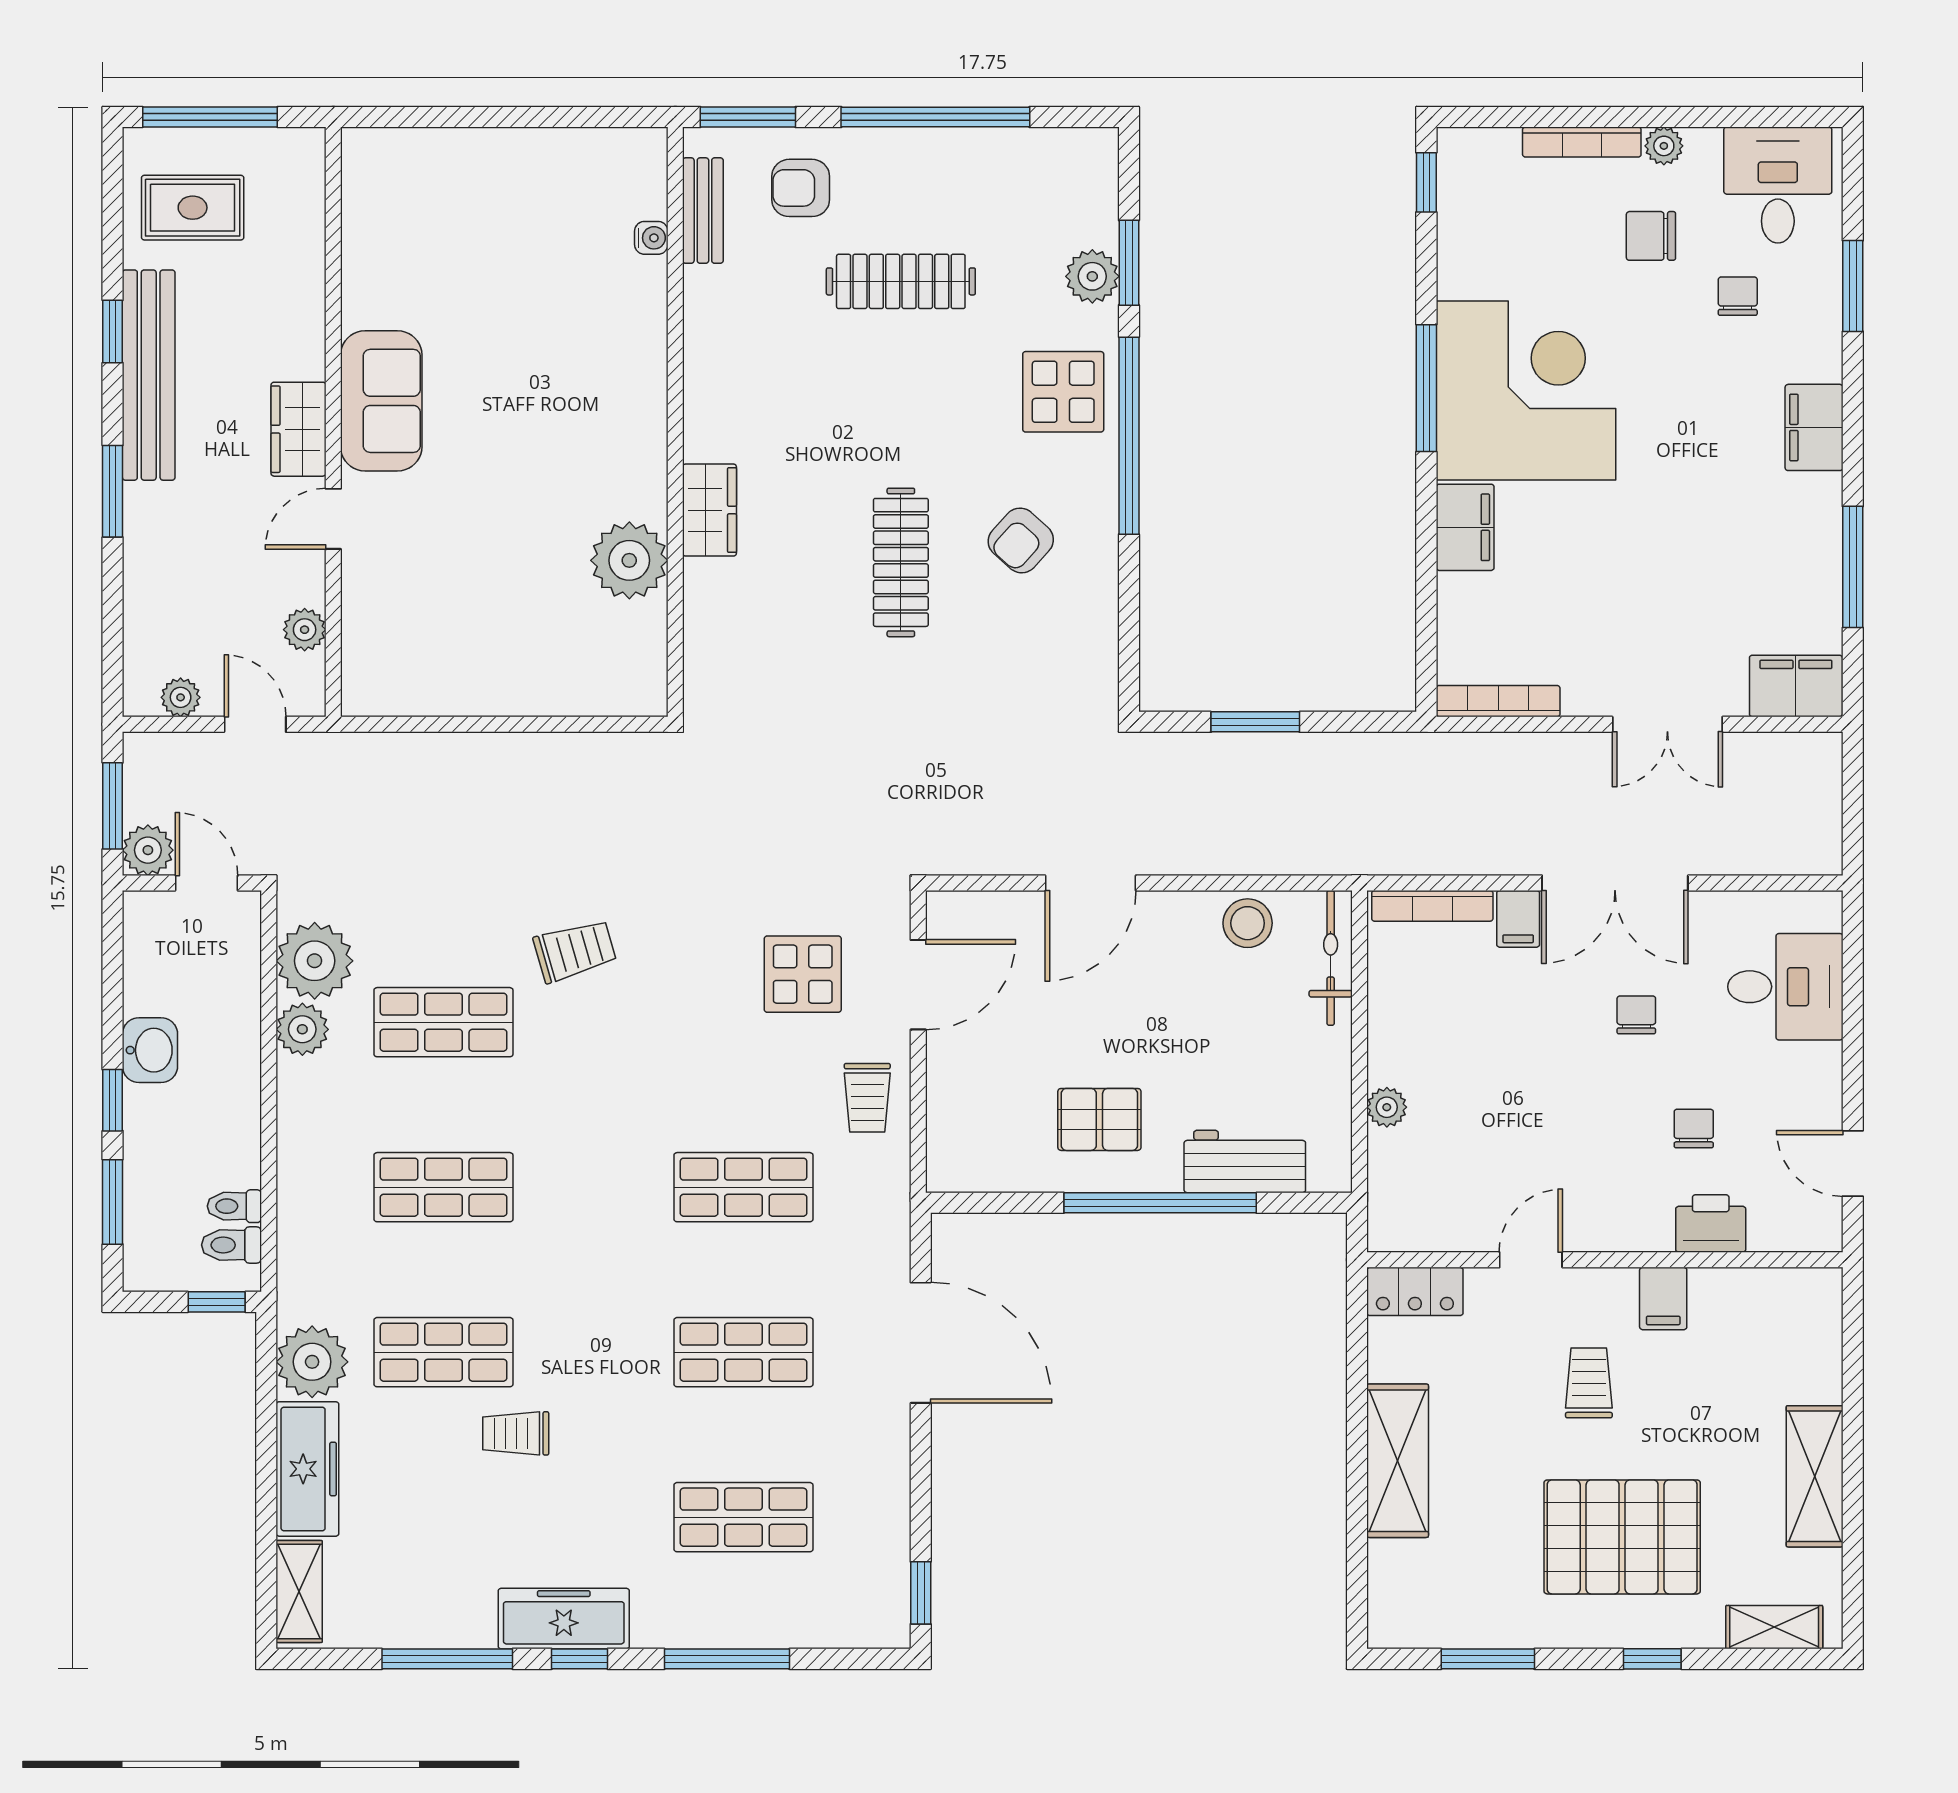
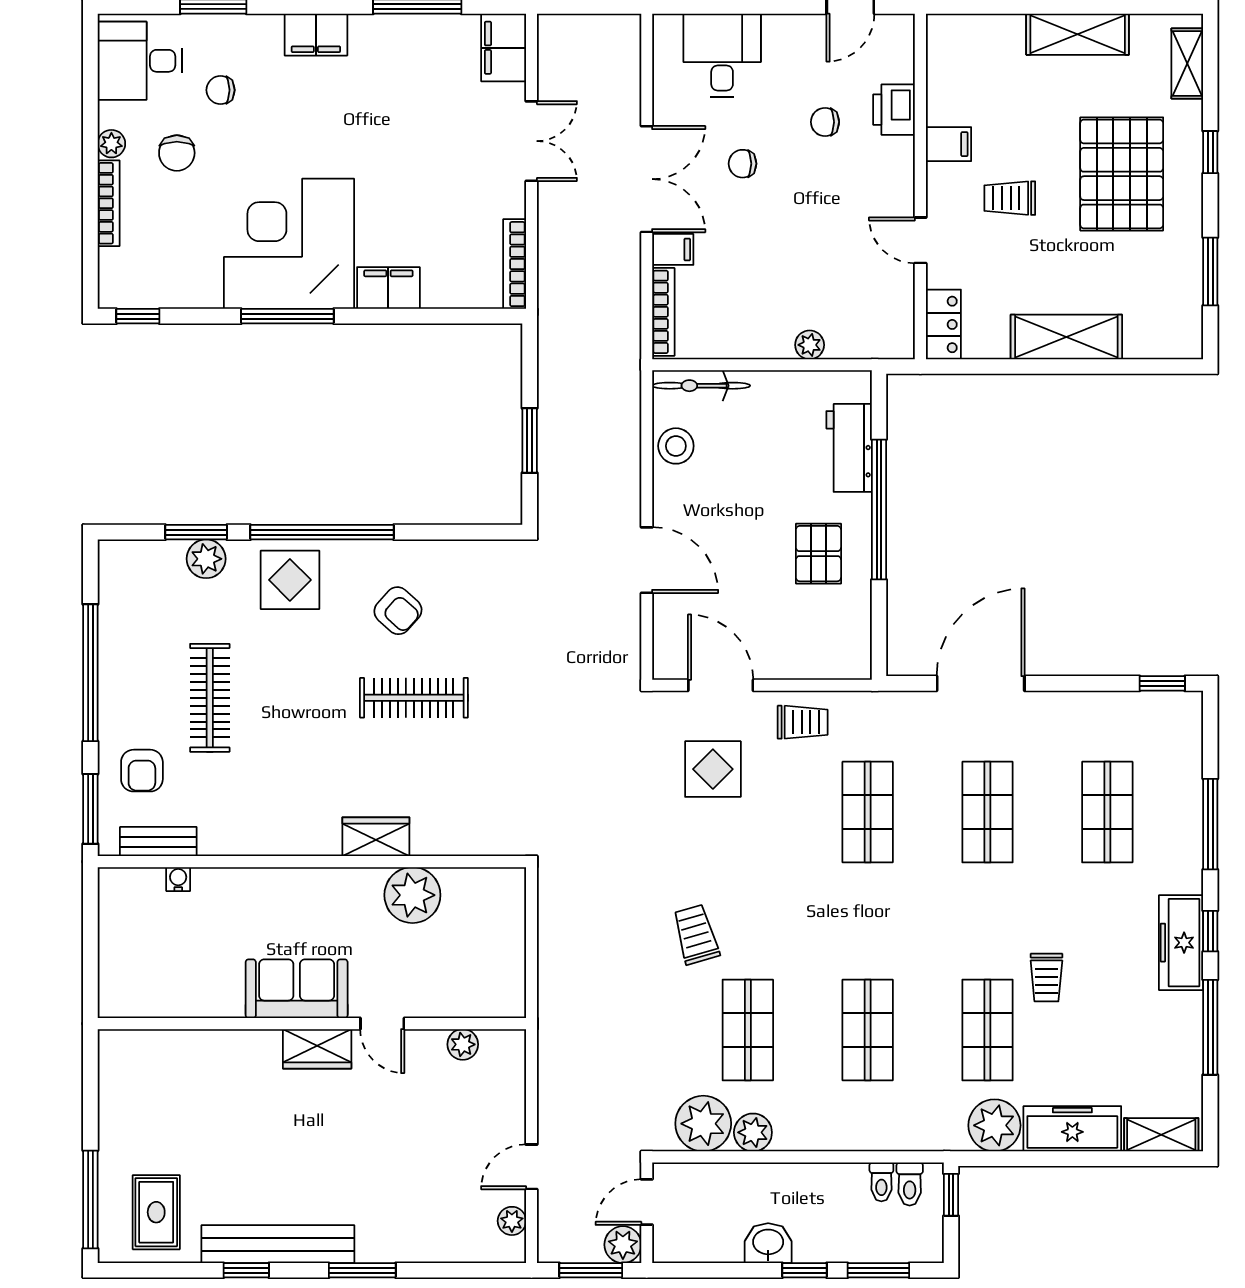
sofa: (381, 401) -> (297, 989), moved
wall: (333, 422) -> (312, 1024), moved
wardrobe: (298, 429) -> (317, 1049), moved
door: (333, 519) -> (382, 1024), moved
plant: (305, 630) -> (463, 1044), moved

